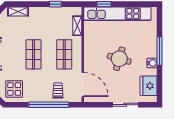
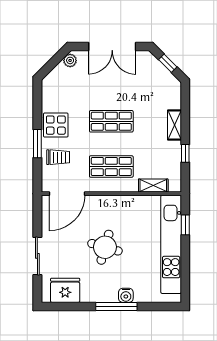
shelving: (18, 11) -> (174, 125), moved
water cooler: (152, 63) -> (126, 295), moved
display table: (14, 89) -> (56, 125), moved
window: (49, 105) -> (37, 144), width x0.47

